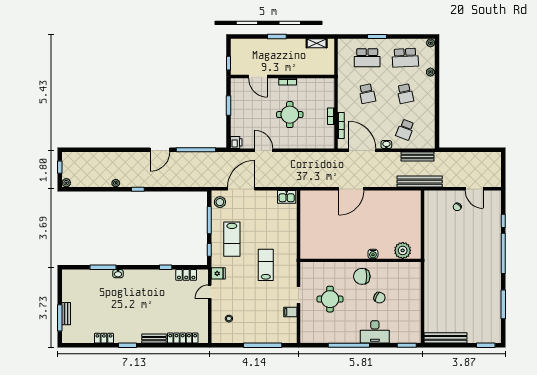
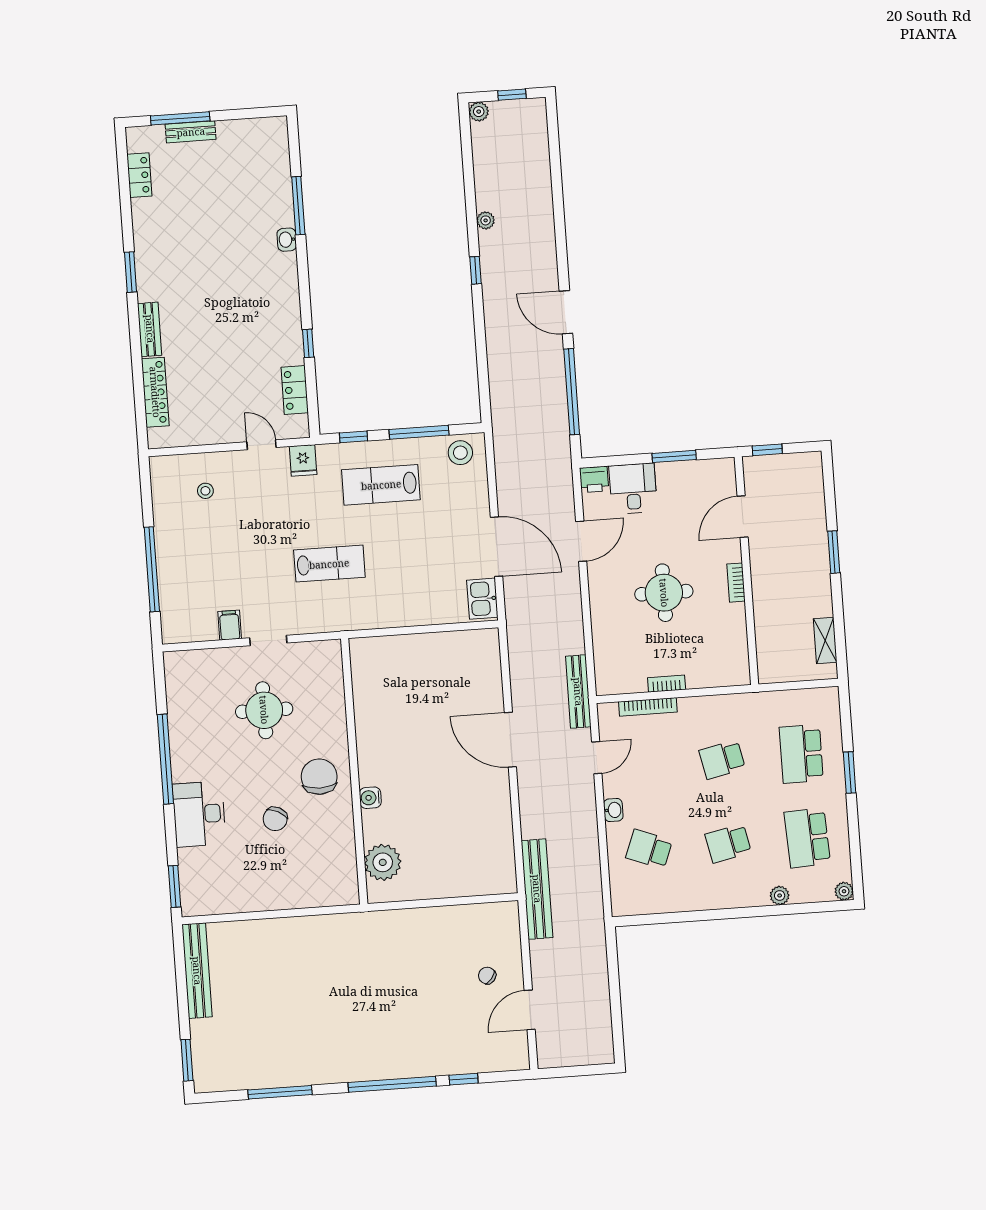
desk: (242, 125) -> (633, 489), added
door: (362, 150) -> (597, 758), width x0.53
bench: (418, 157) -> (578, 692), moved
door: (241, 189) -> (496, 547), moved
locker: (104, 338) -> (139, 175), moved

